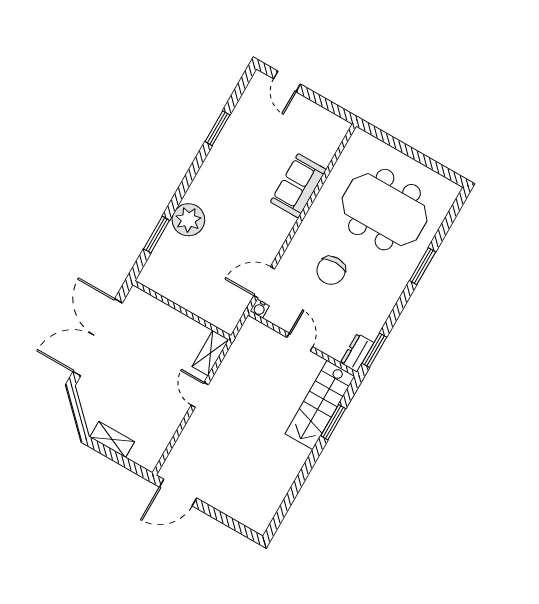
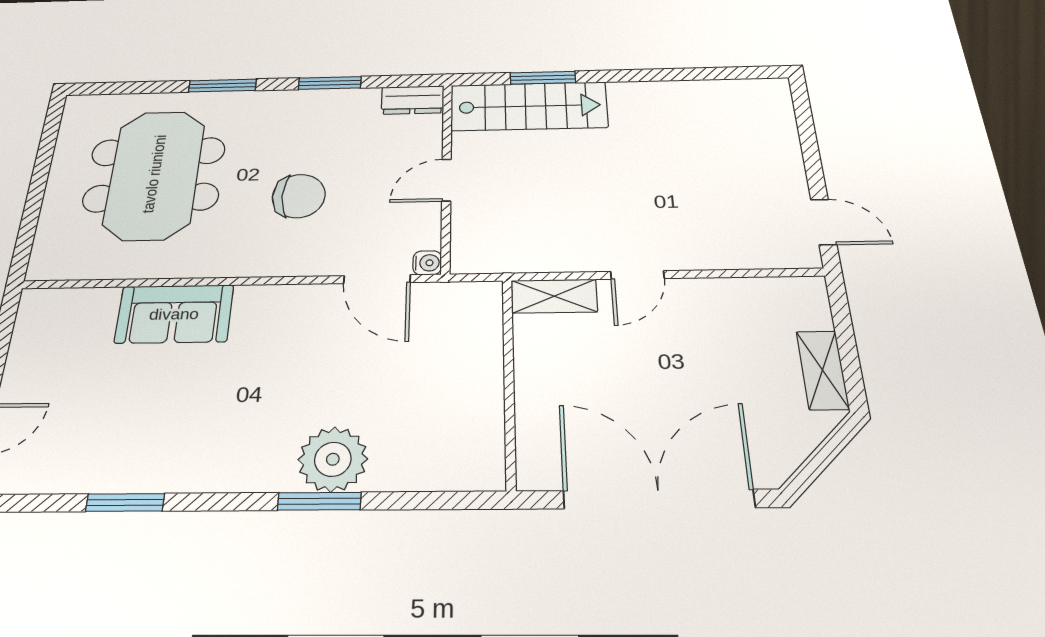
window: (157, 235) -> (319, 501), moved
double door: (98, 337) -> (659, 499), swing flipped
window: (374, 350) -> (330, 83), moved
door: (178, 493) -> (824, 222), width x0.73

